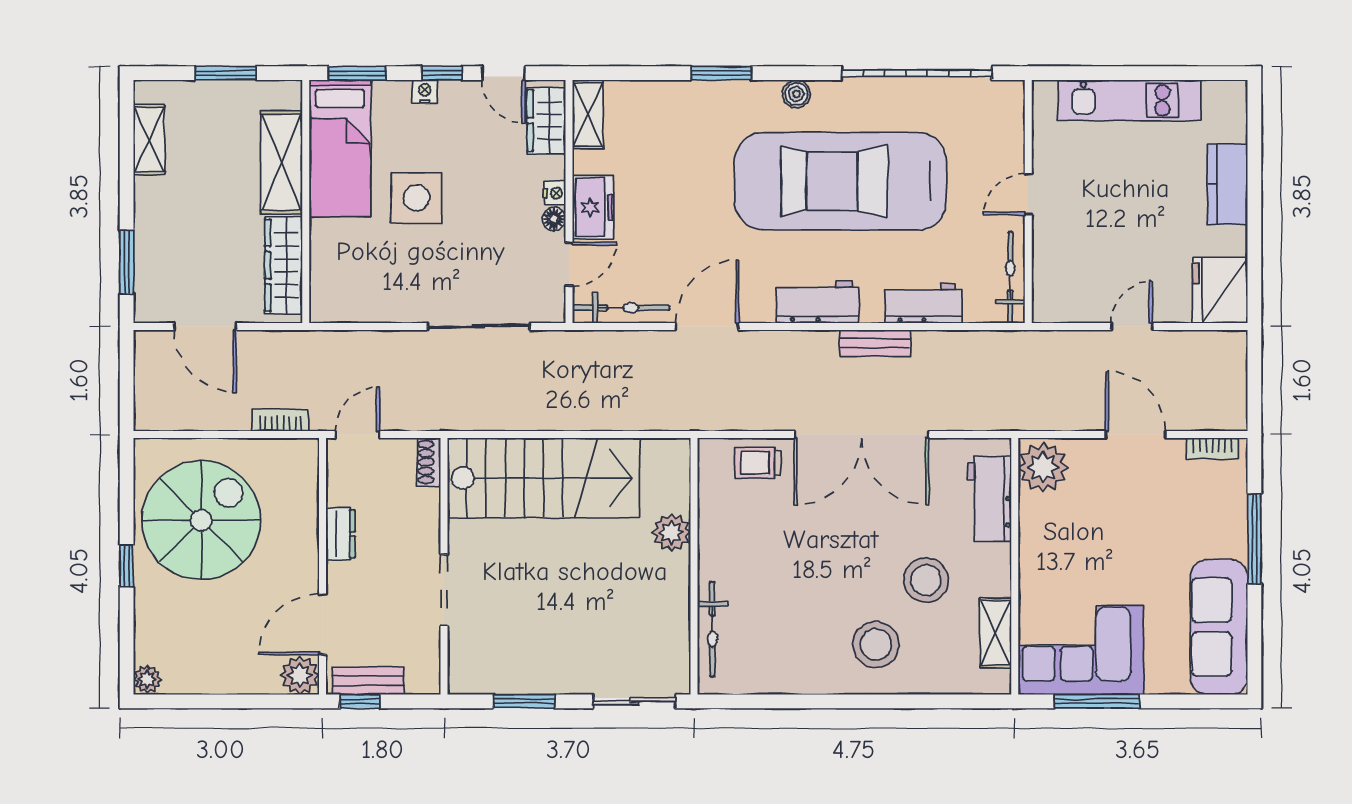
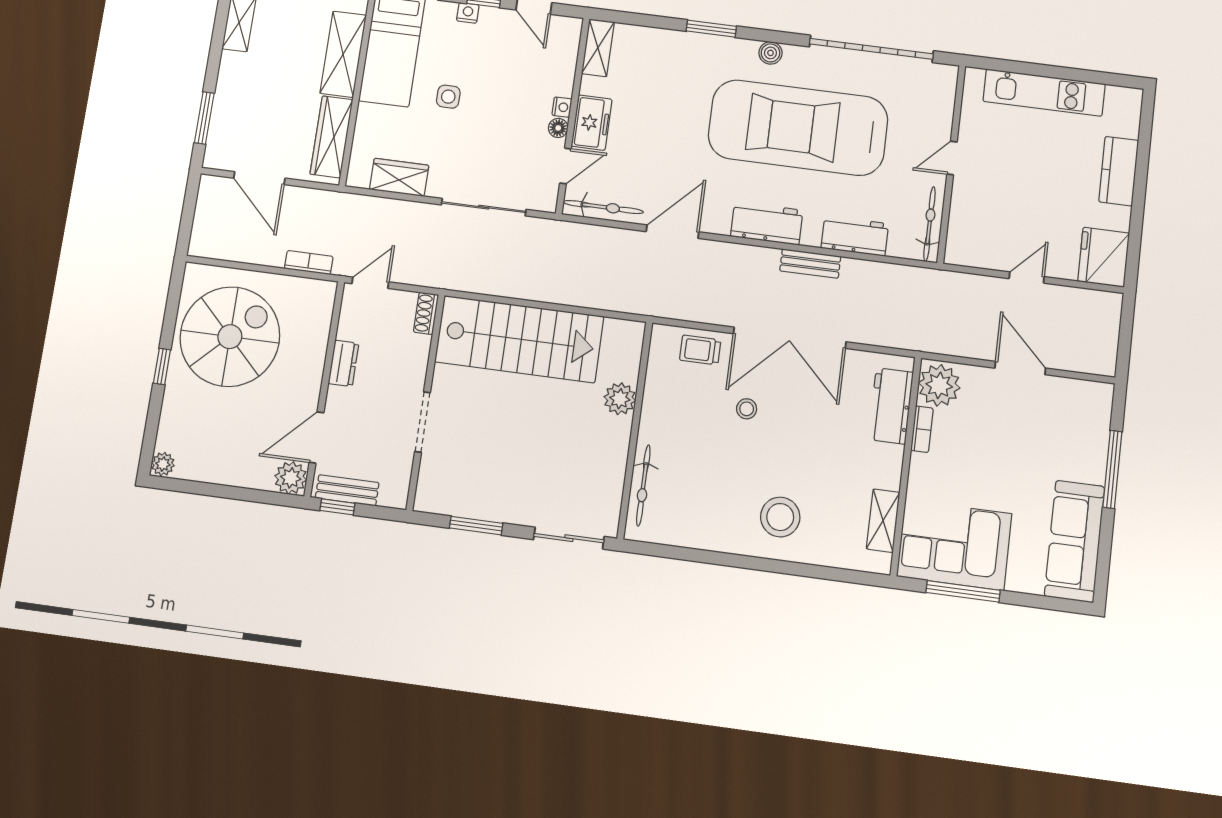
wardrobe: (546, 121) -> (399, 177), moved, turned 90
side table: (416, 198) -> (448, 97), width x0.54, depth x0.54
bookcase: (1212, 448) -> (922, 429), moved, turned -90
stool: (926, 580) -> (747, 409), moved, width x0.53, depth x0.53

